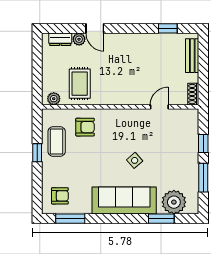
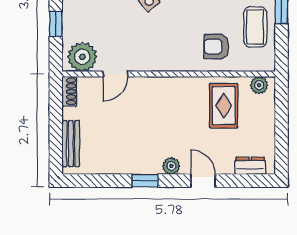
window: (168, 28) -> (145, 181), moved
plant: (79, 39) -> (171, 166), moved
plant: (184, 120) -> (82, 57), added

